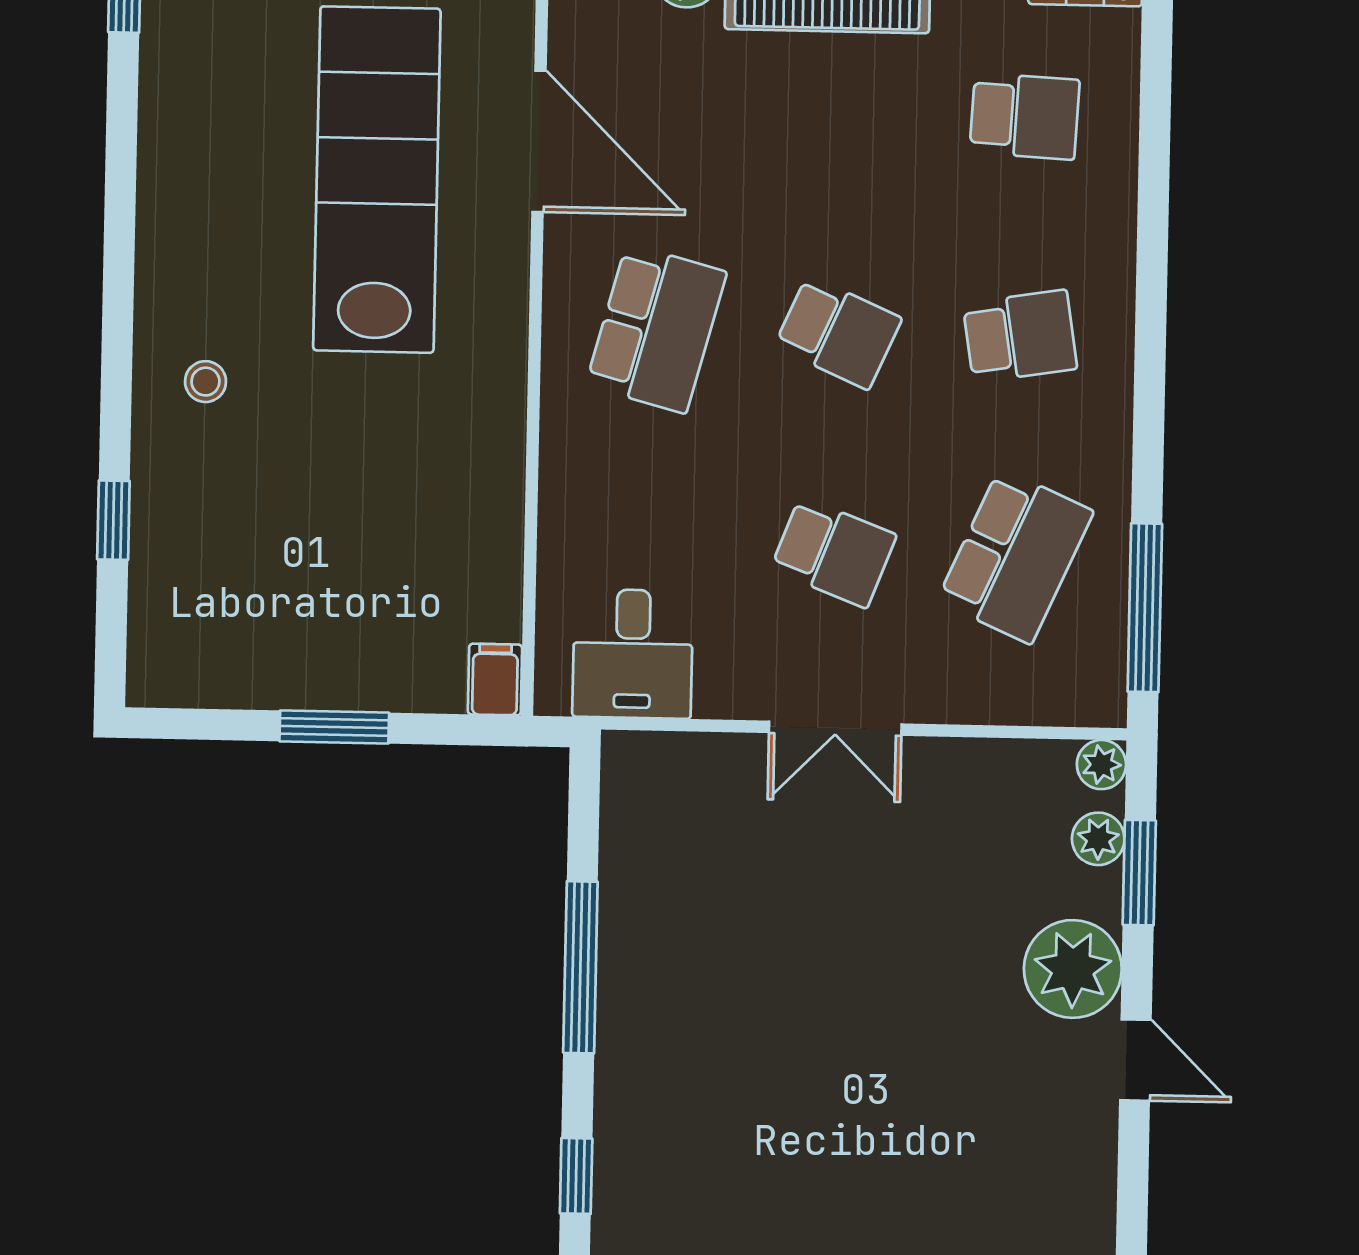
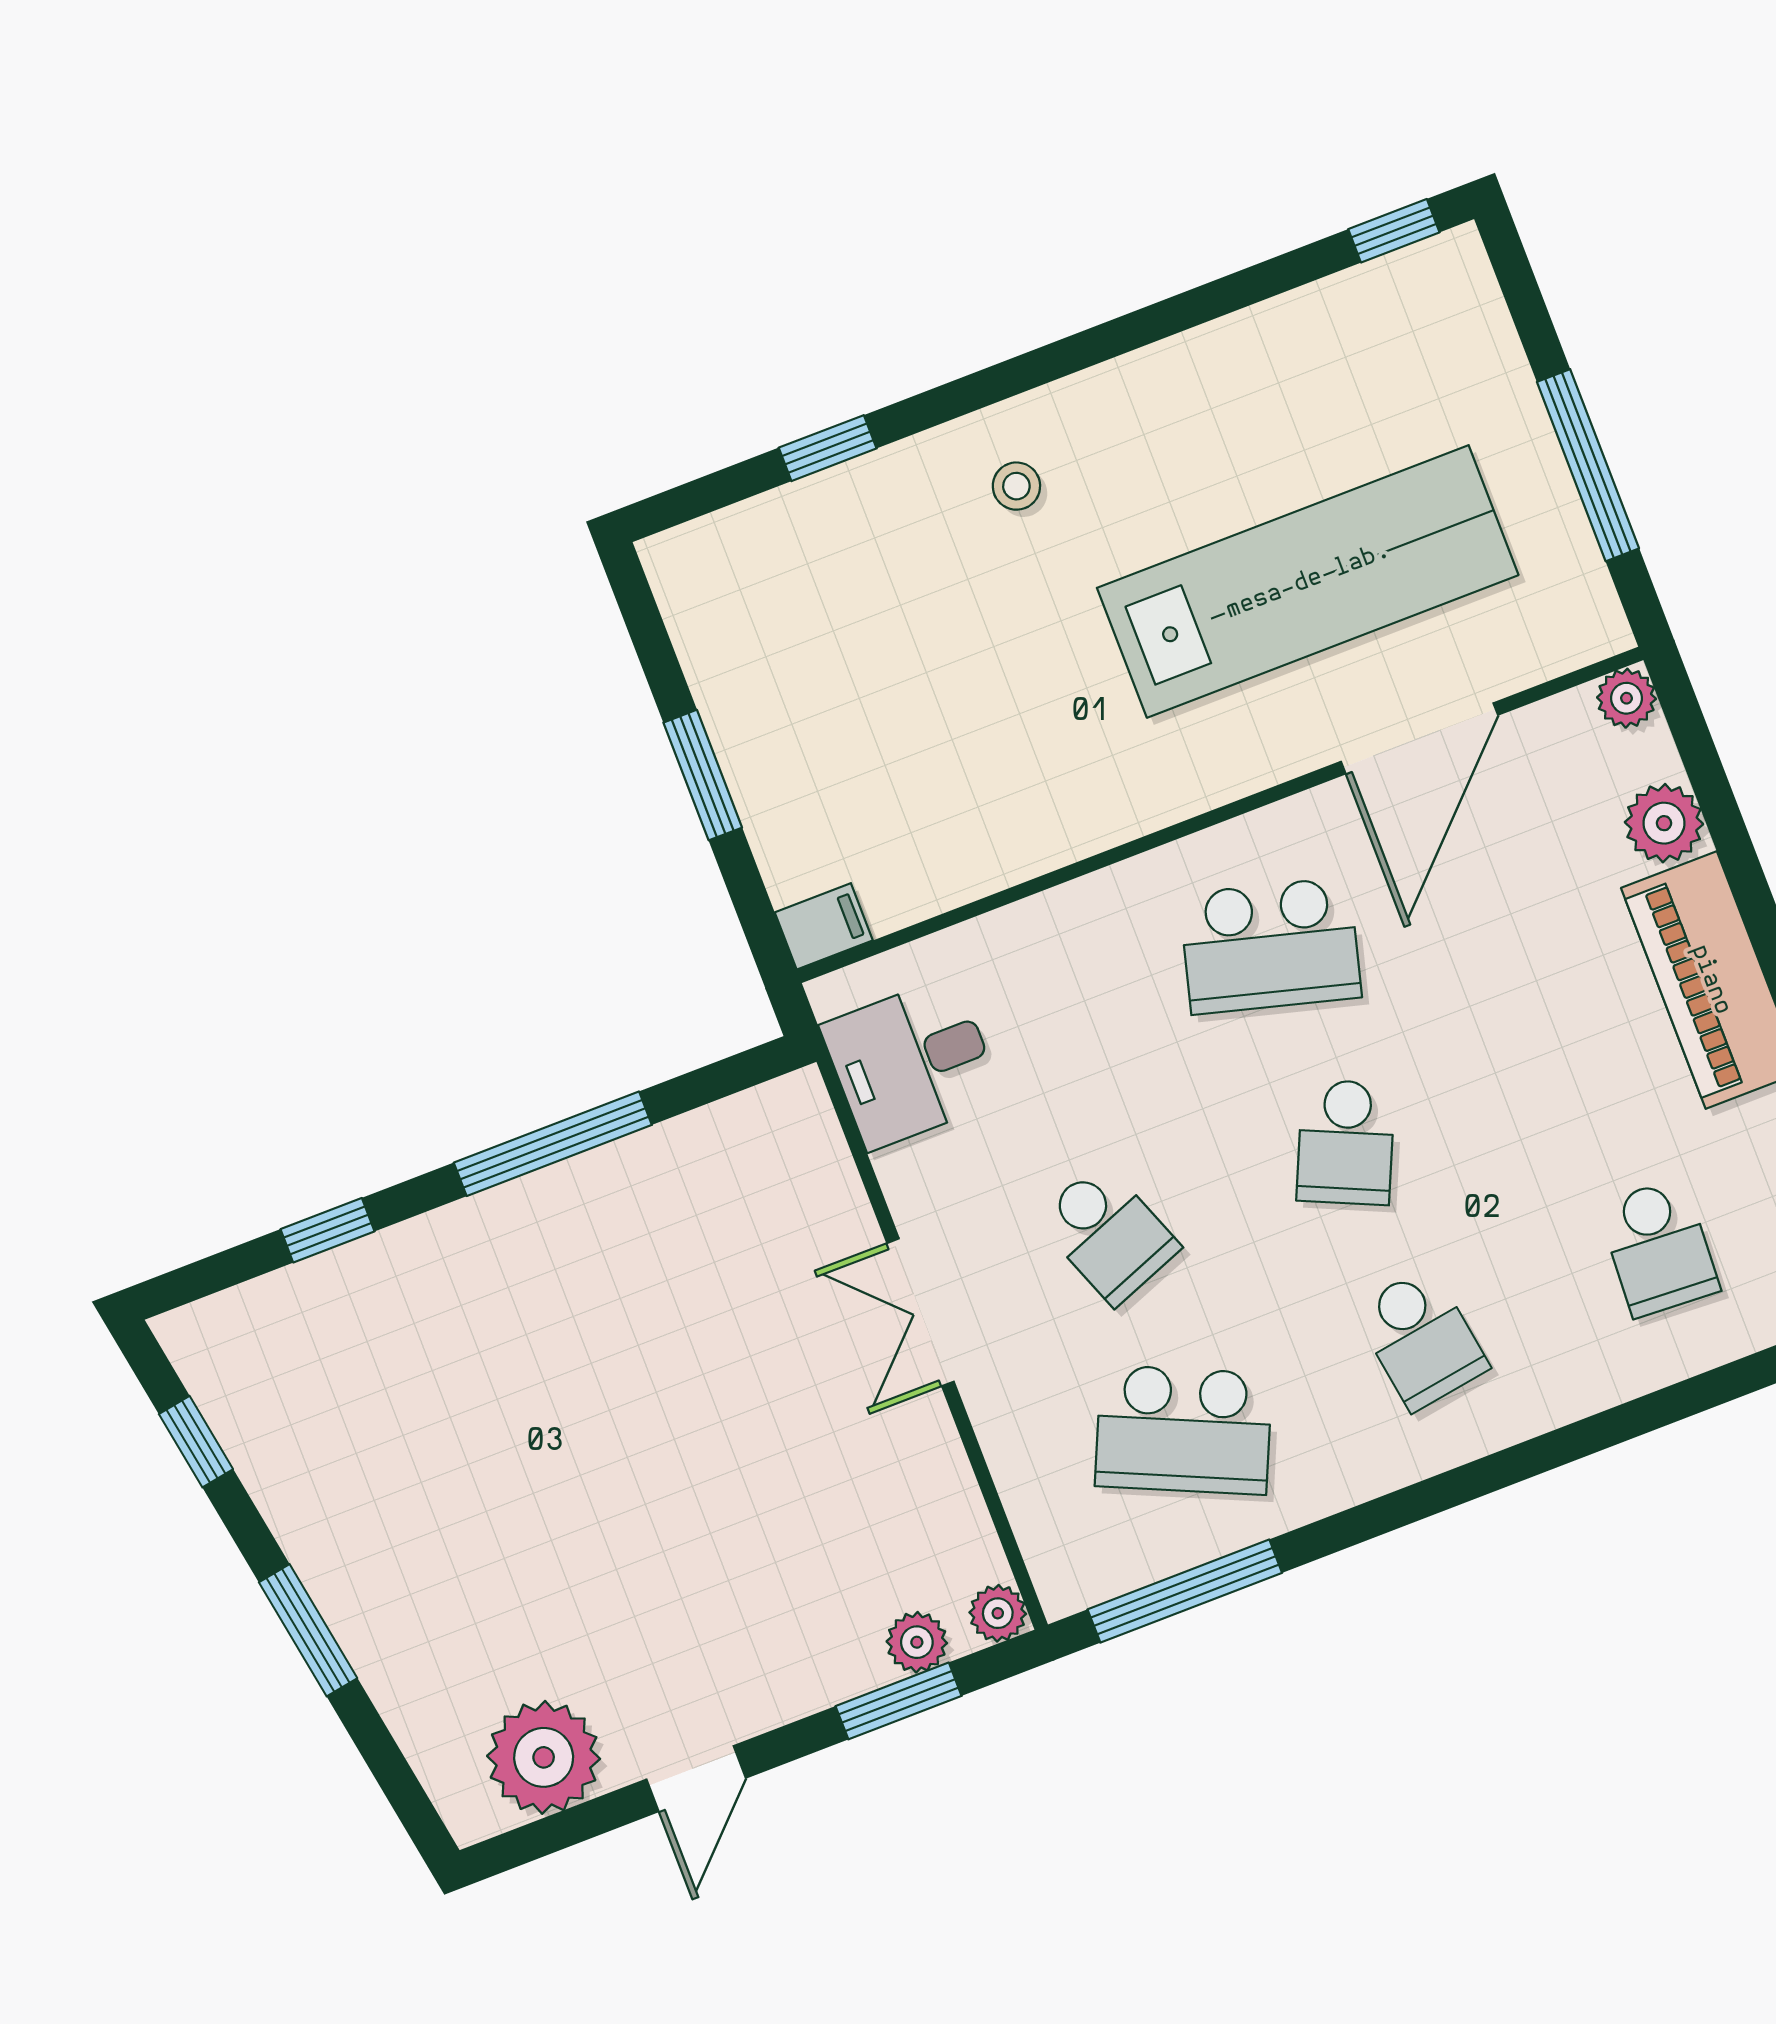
school desk: (834, 552) -> (1108, 1233), turned -42
plant: (1073, 969) -> (544, 1757), moved

